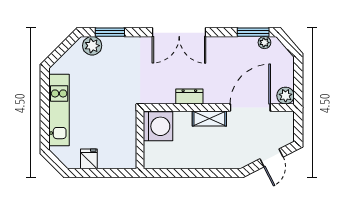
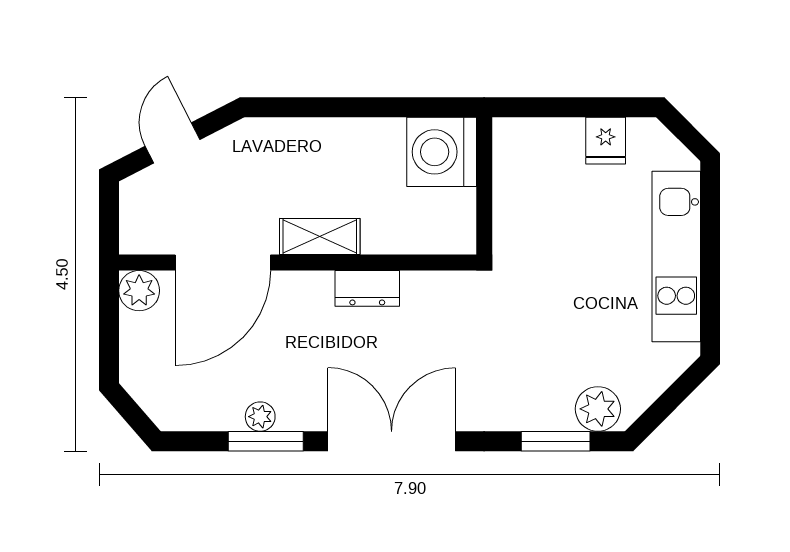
window: (253, 32) -> (266, 441), moved
plant: (264, 43) -> (260, 417), moved
washing machine: (158, 126) -> (442, 152), moved

